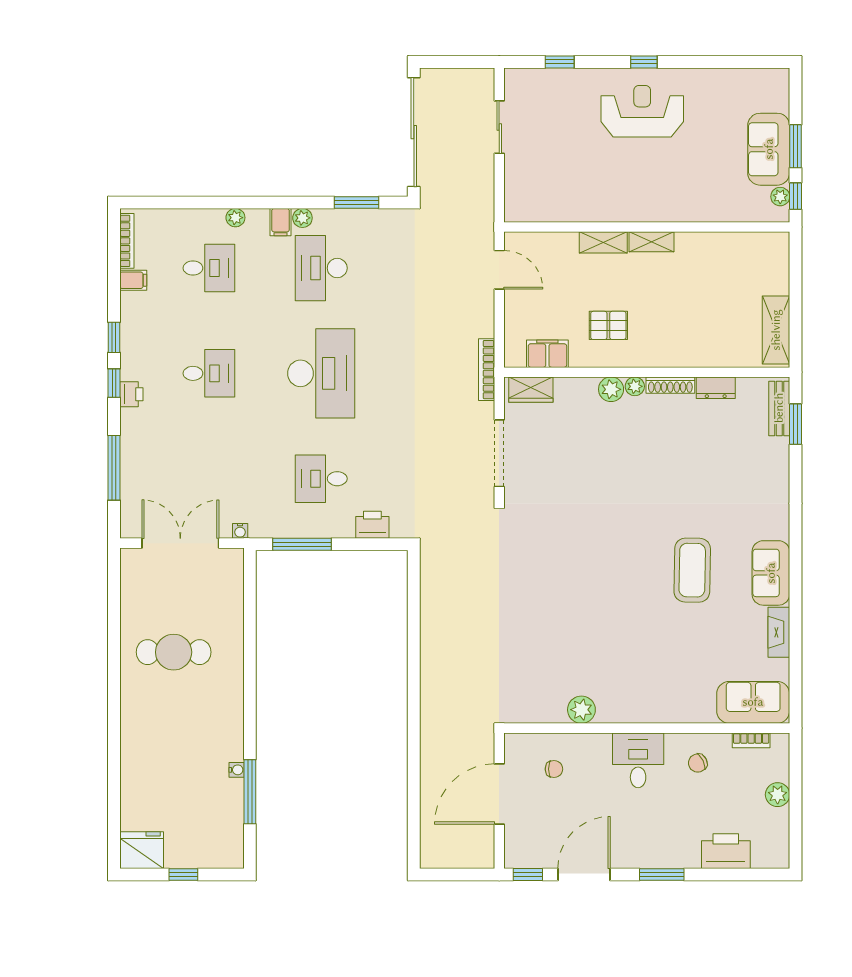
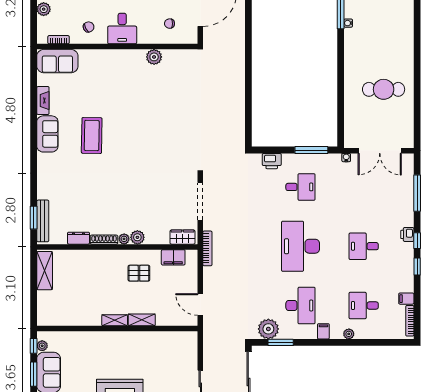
plant: (302, 218) -> (268, 329), moved, width x1.88, depth x1.88
bench: (779, 408) -> (43, 221), width x1.36

